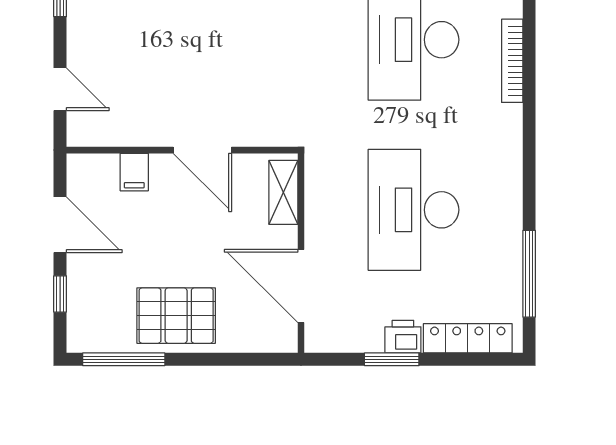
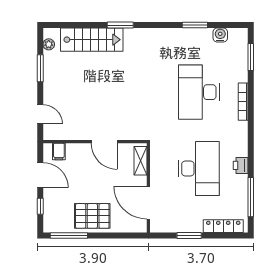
filing cabinet: (134, 172) -> (59, 152), moved
desk: (413, 210) -> (199, 168), turned 180
printer: (403, 337) -> (241, 165), moved, turned -90

